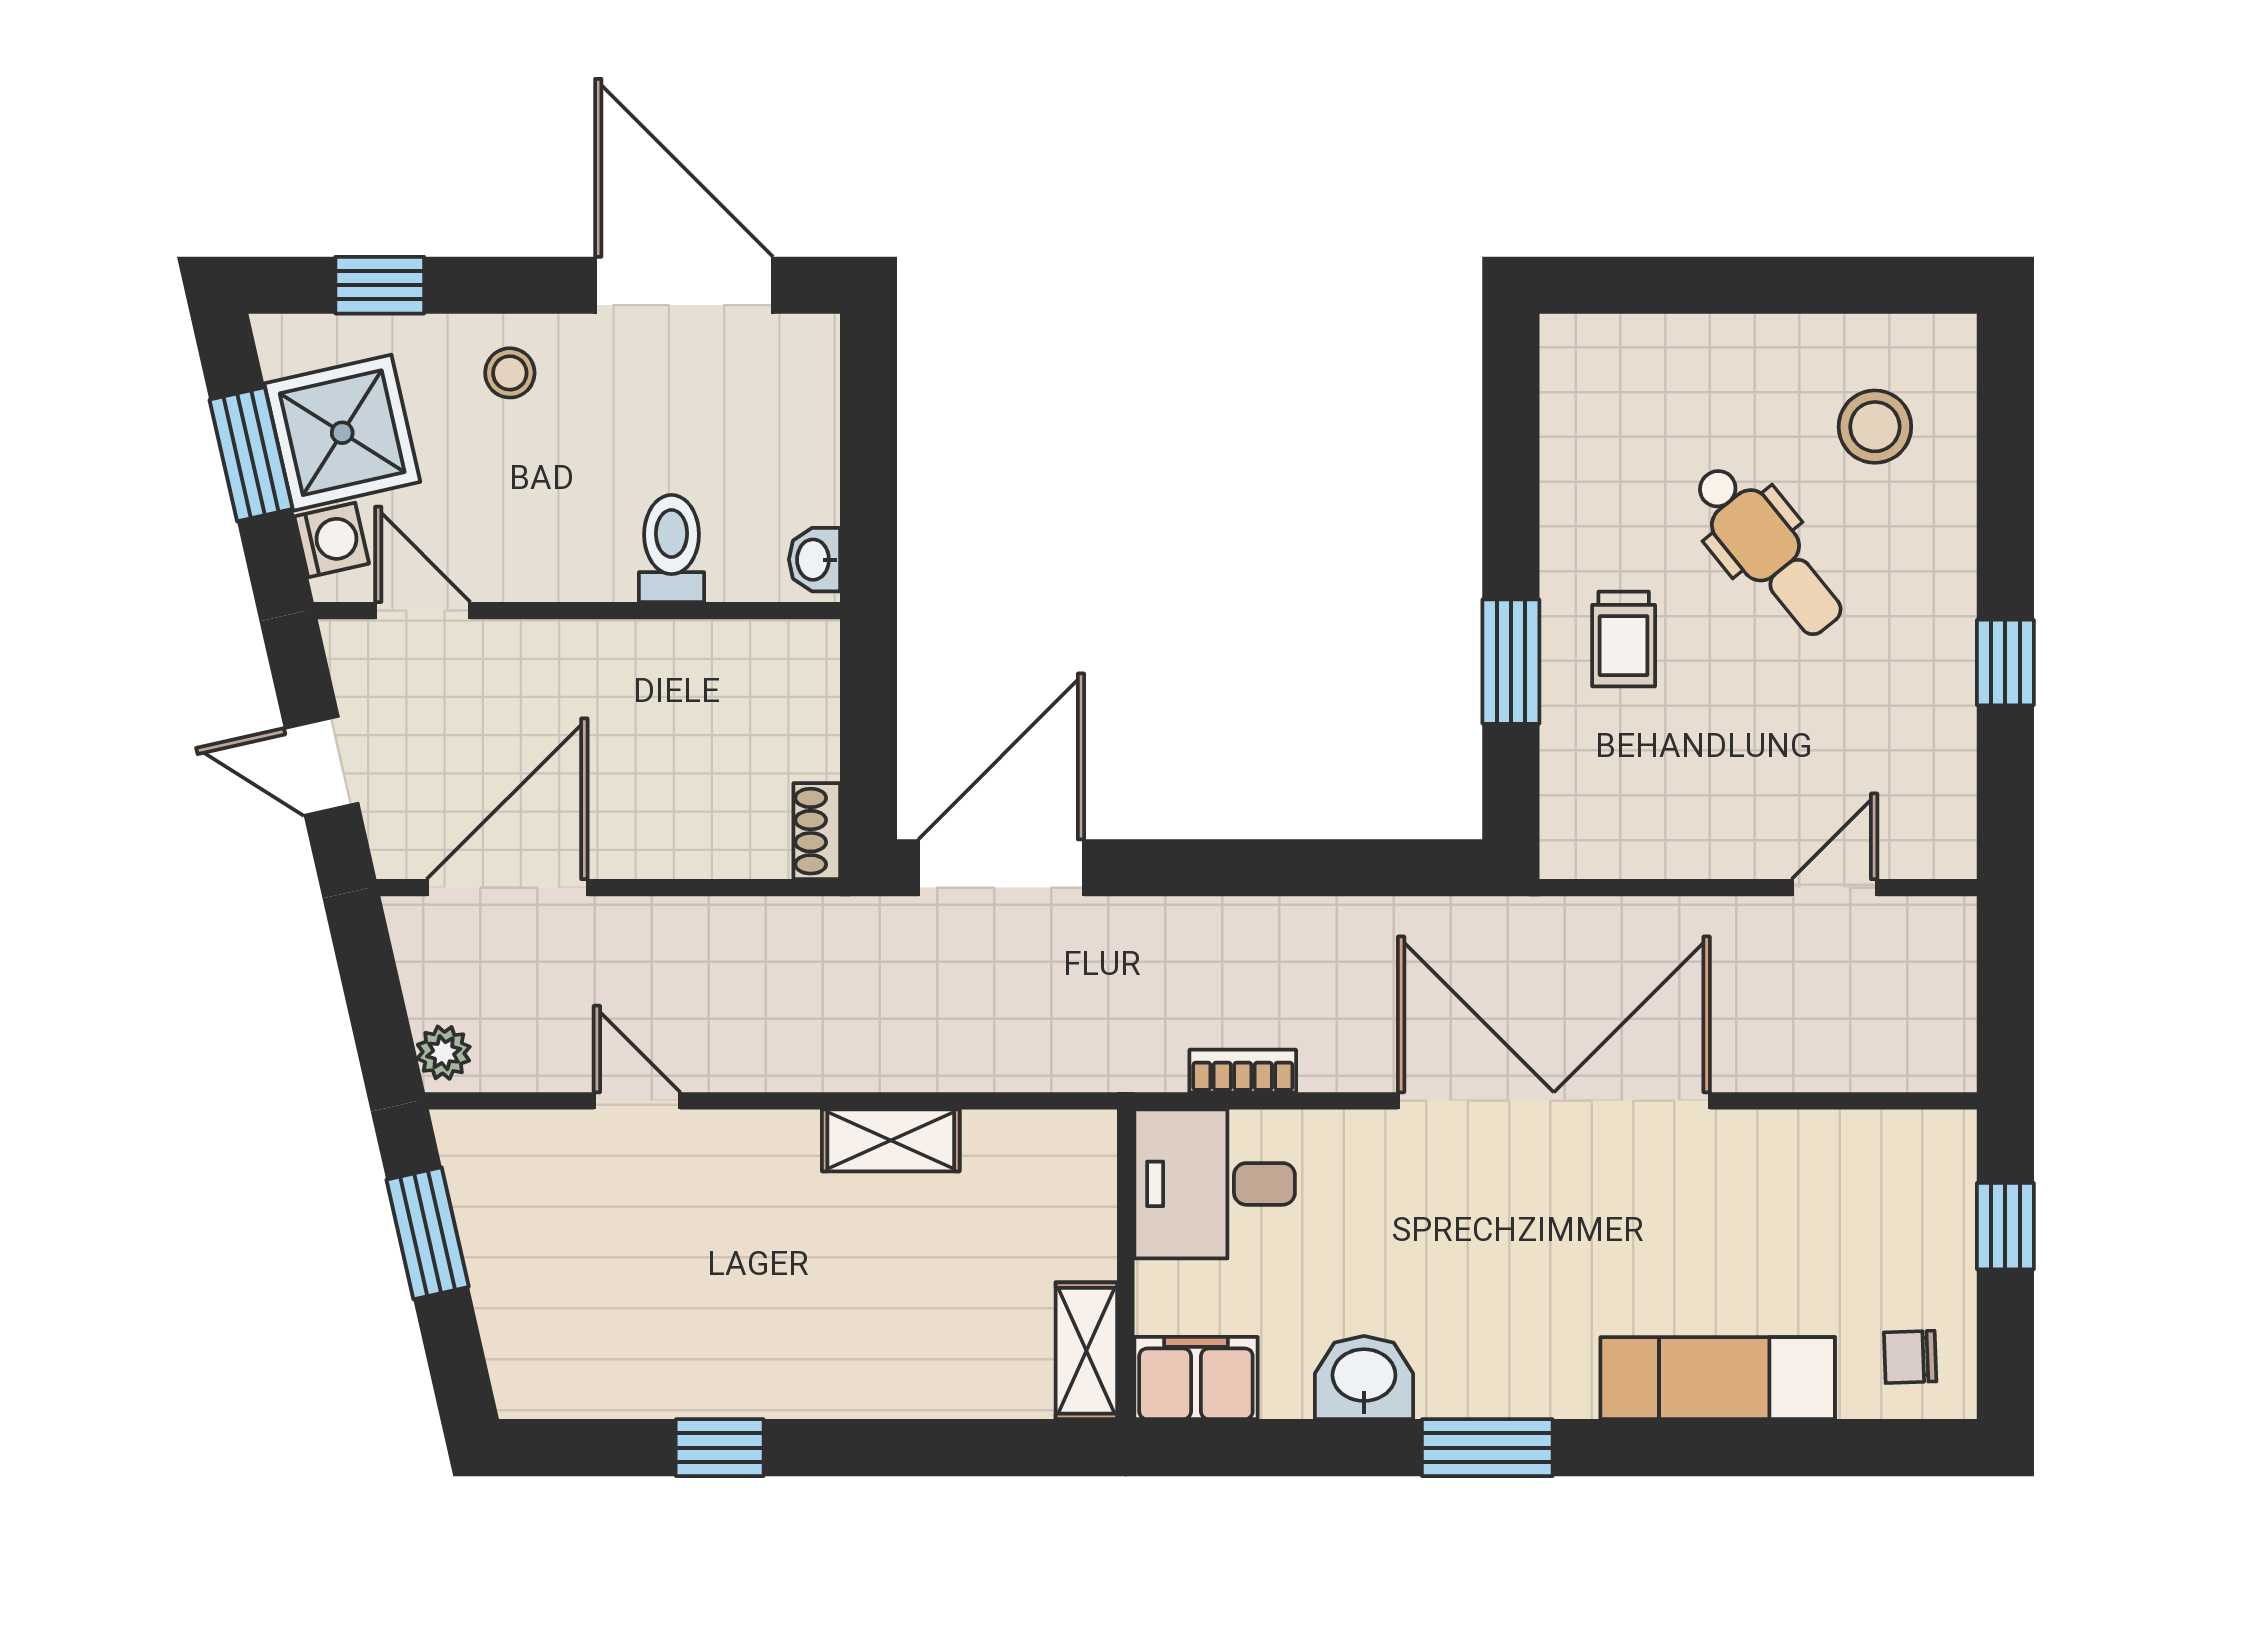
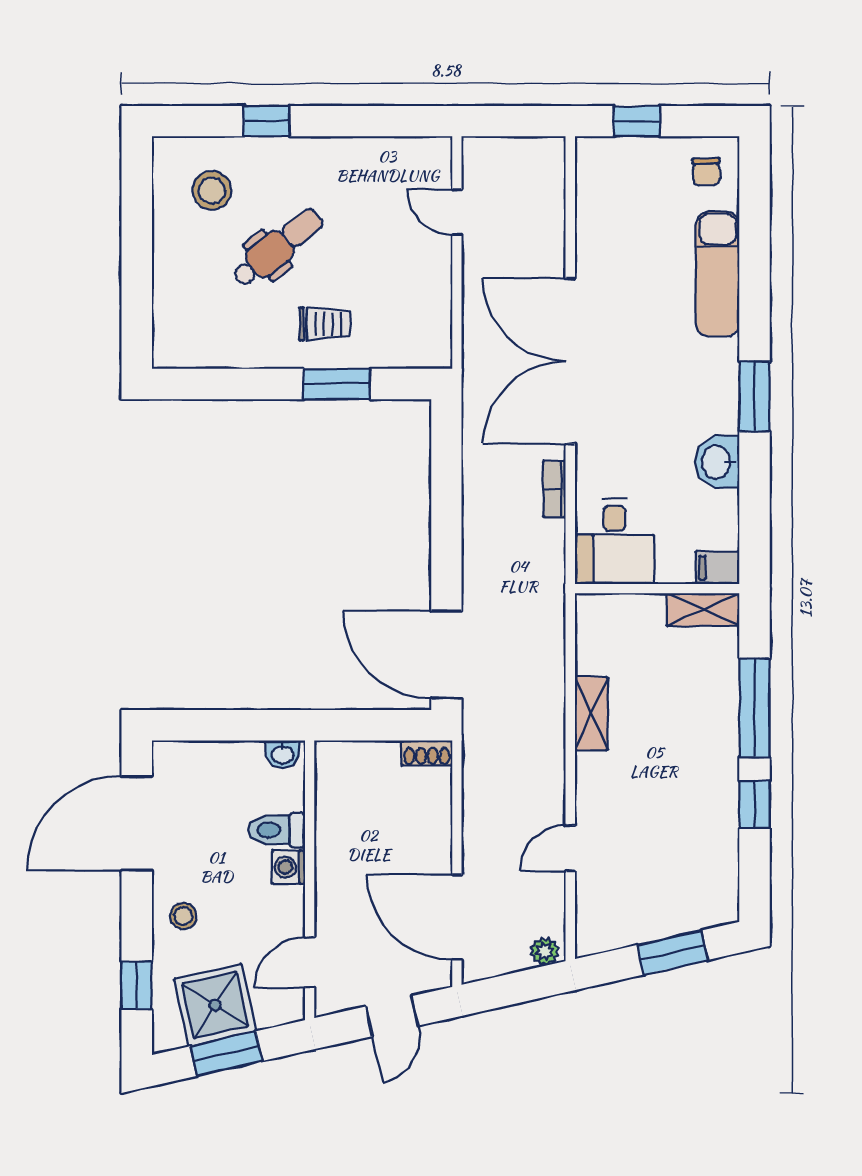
washing machine: (332, 540) -> (289, 867), moved, turned -77
window: (2005, 662) -> (266, 121), moved
bookcase: (1243, 1071) -> (554, 489), moved
window: (428, 1233) -> (673, 952), moved
filing cabinet: (1196, 1378) -> (718, 568), width x0.50
window: (902, 1448) -> (755, 708), added

